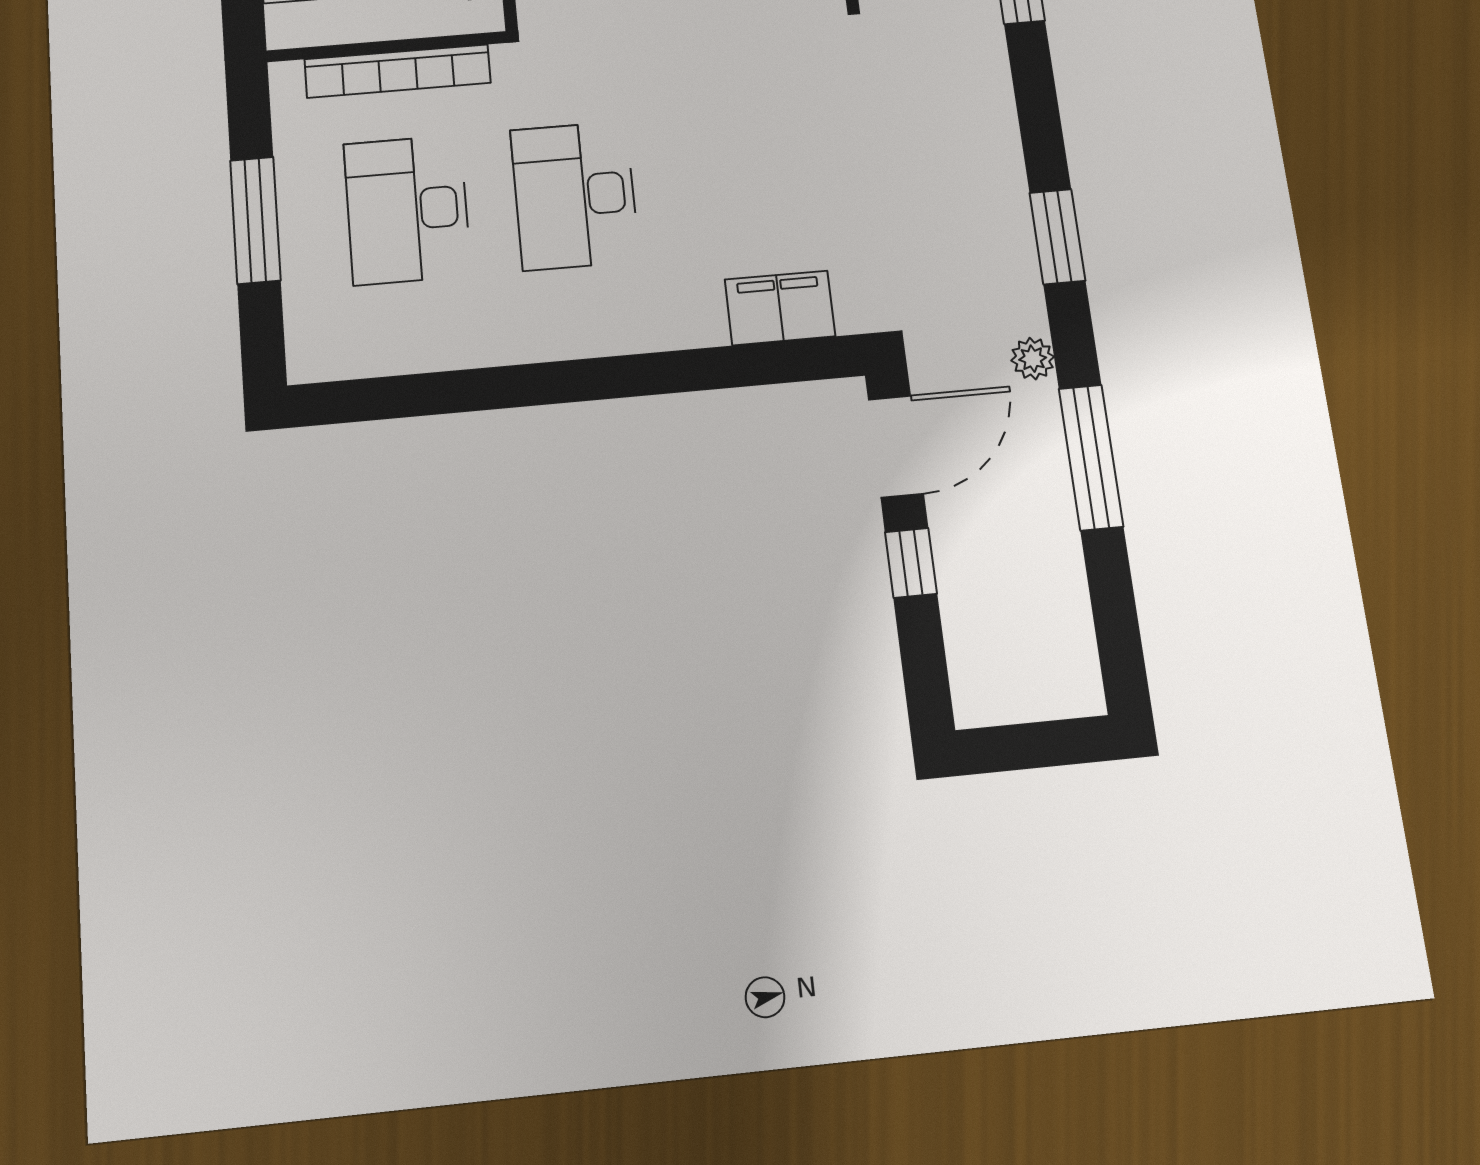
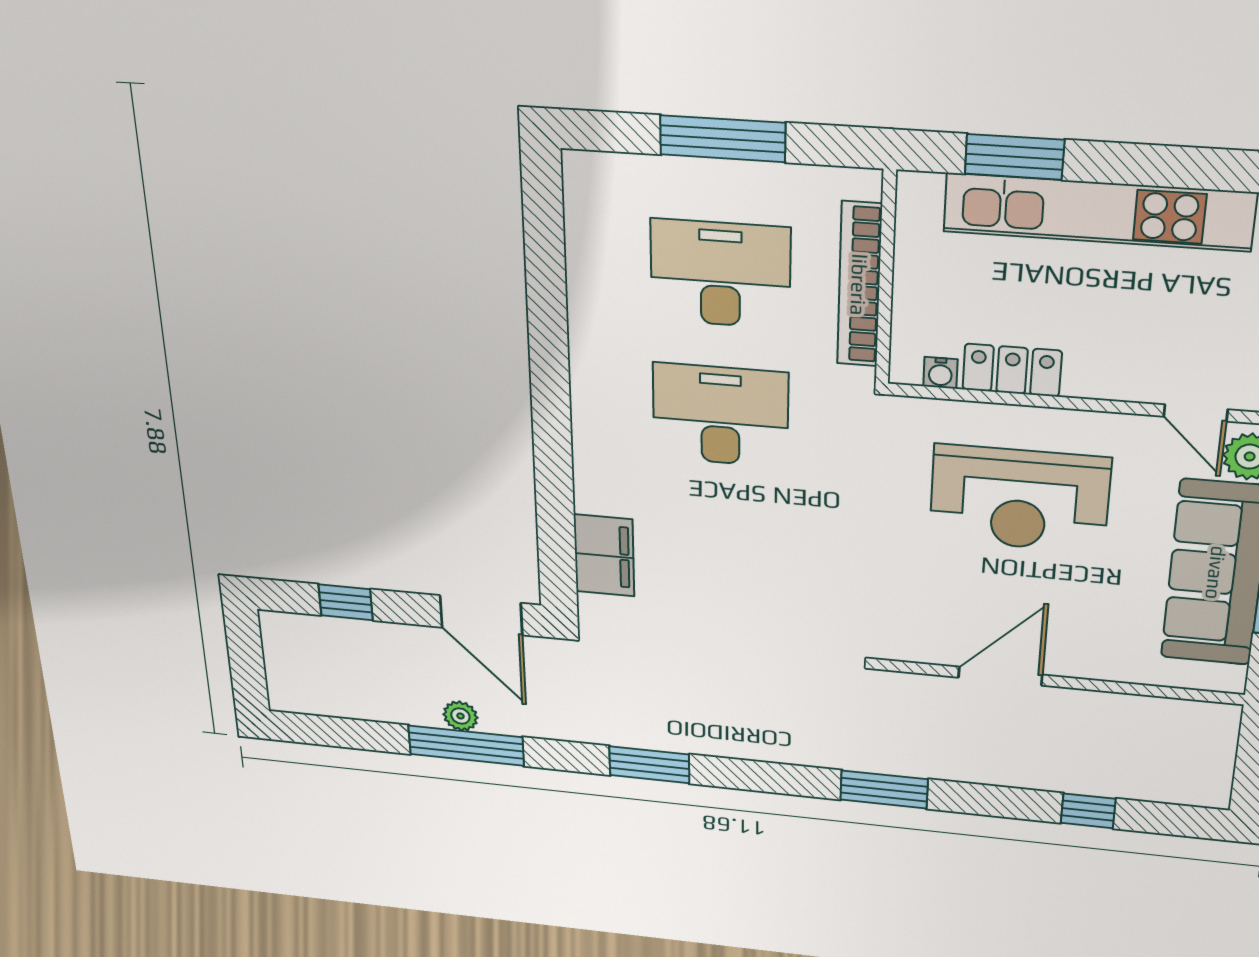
plant: (1033, 359) -> (460, 716), moved
window: (911, 563) -> (346, 602), moved

